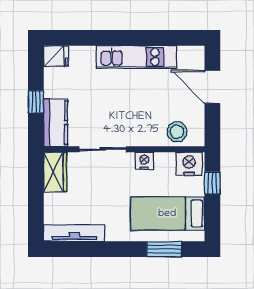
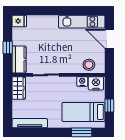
kitchen unit: (136, 57) -> (82, 22), moved
nightstand: (144, 161) -> (82, 82), moved
window: (212, 183) -> (109, 106), moved

